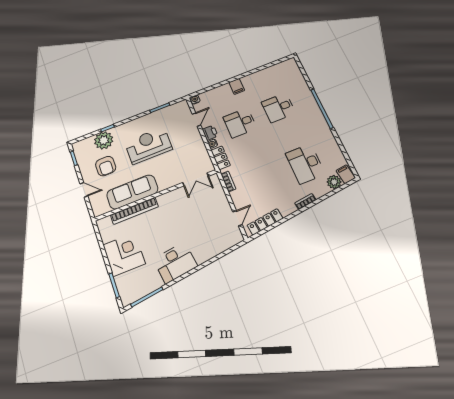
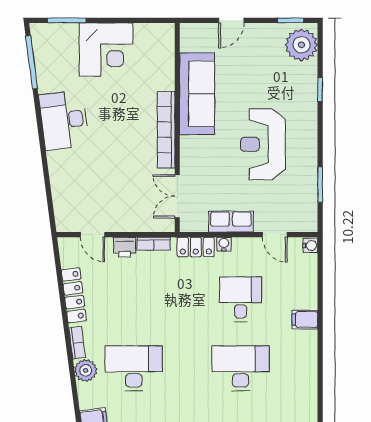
desk: (278, 108) -> (241, 368), width x1.37
printer: (210, 133) -> (125, 247), moved
plant: (104, 140) -> (301, 45), moved
reception desk: (148, 145) -> (263, 144), turned 180
row of seats: (198, 145) -> (231, 222), added
armchair: (106, 166) -> (256, 66), removed
plant: (334, 182) -> (86, 370), moved
bookcase: (134, 211) -> (166, 130), moved
locker: (265, 222) -> (74, 295), moved

